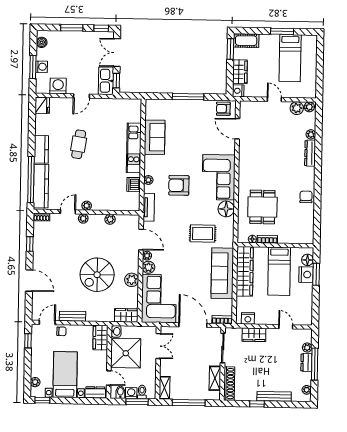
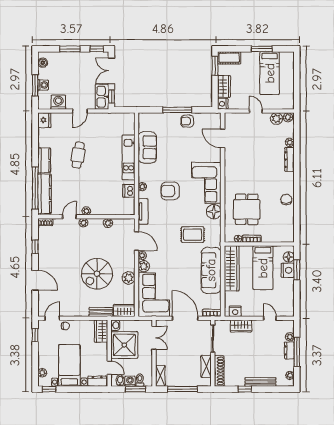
armchair: (223, 109) -> (187, 121), moved
bench: (72, 316) -> (101, 312), moved

